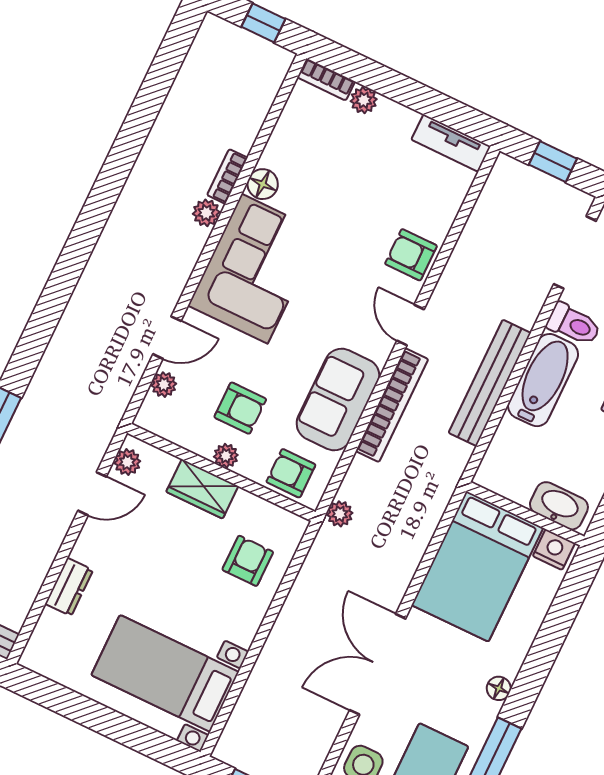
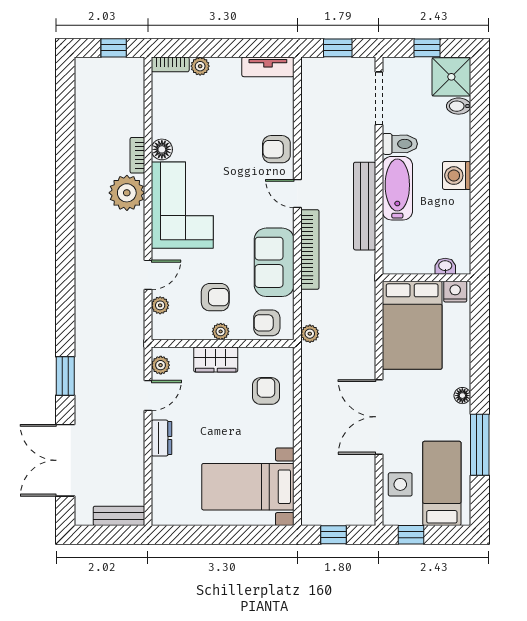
plant: (206, 213) -> (127, 193), width x1.88, depth x1.88
washbasin: (559, 506) -> (445, 266), width x0.52, depth x0.69
dresser: (69, 587) -> (161, 438), moved

